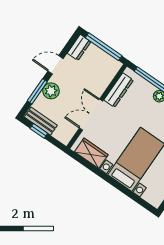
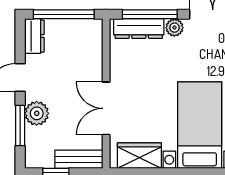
dresser: (119, 90) -> (139, 29), moved, turned 90
bench: (41, 121) -> (79, 159), moved

